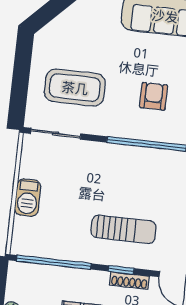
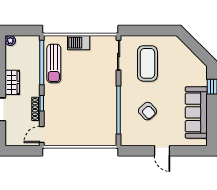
armchair: (154, 96) -> (147, 111), turned 48
sun lounger: (123, 229) -> (54, 64), moved

